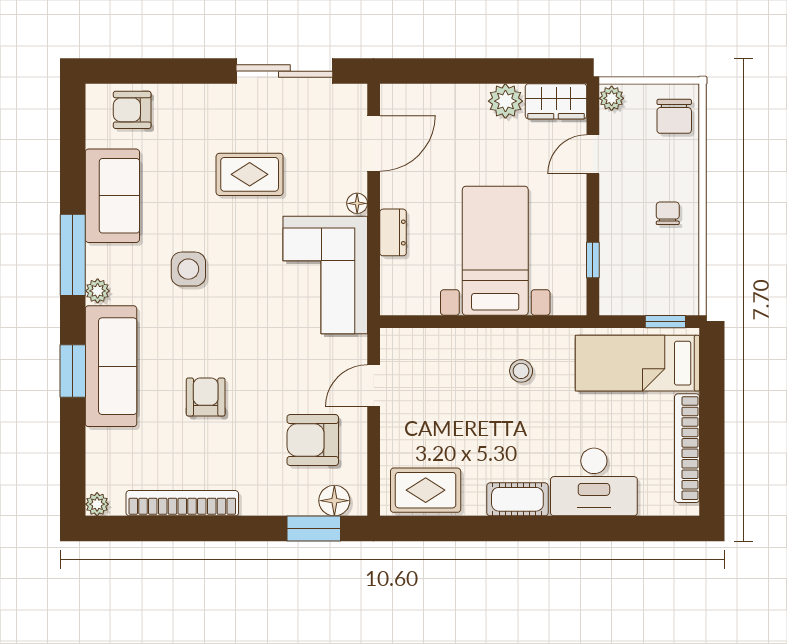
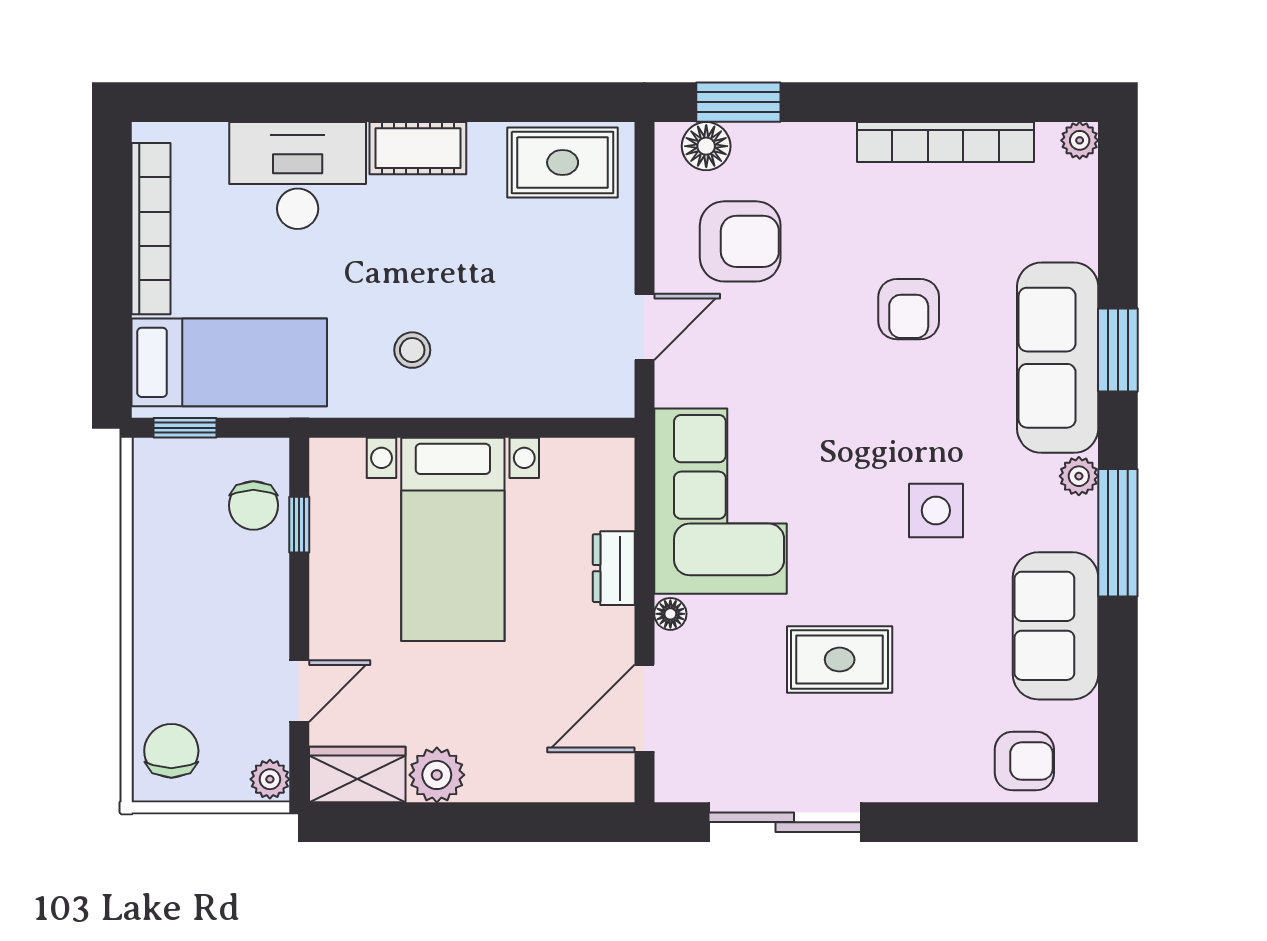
chair: (668, 213) -> (253, 505), moved, width x1.37, depth x1.37

